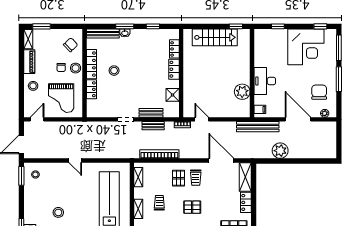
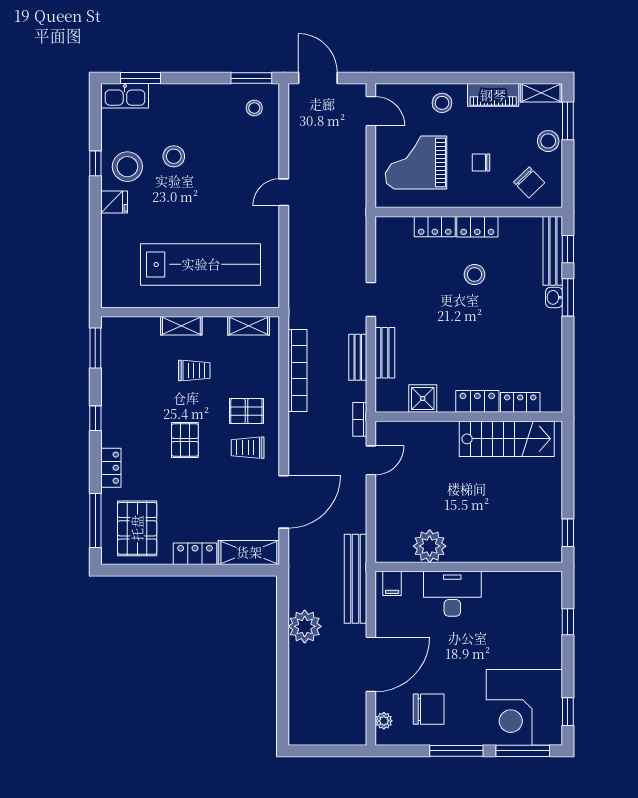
window: (153, 26) -> (568, 249), moved
stairs: (215, 37) -> (507, 439), moved, turned -90
corner desk: (306, 47) -> (524, 707), moved
locker: (91, 64) -> (477, 227), width x0.66
stool: (76, 68) -> (548, 141), moved

